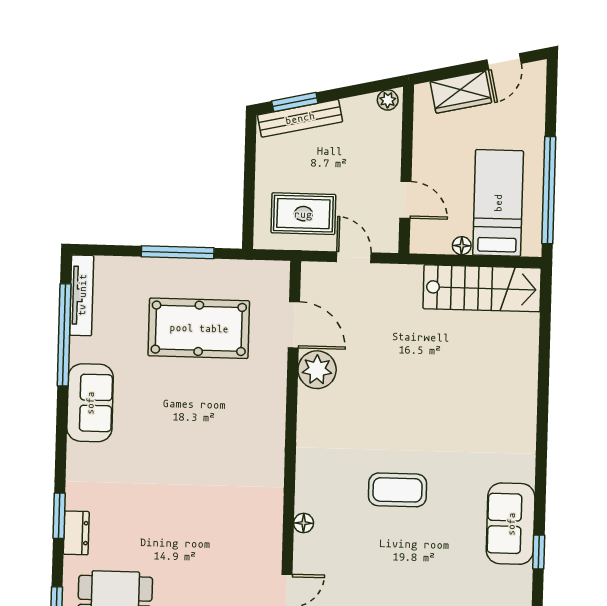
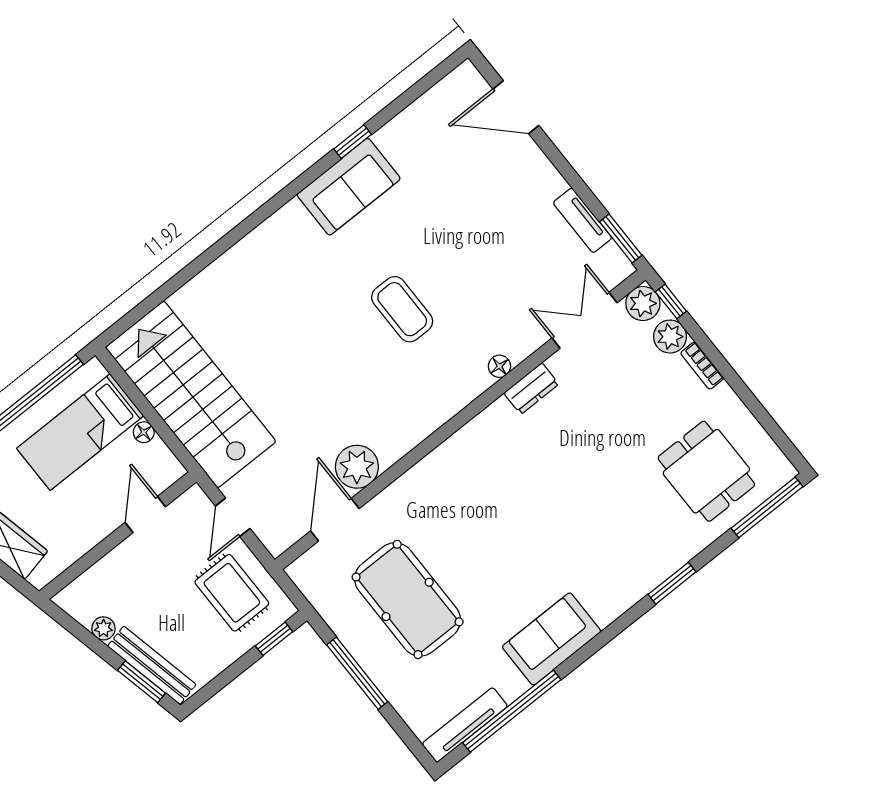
plant: (388, 100) -> (103, 628), moved
window: (248, 216) -> (274, 639), added
stairs: (482, 288) -> (191, 394), width x1.36, depth x1.51
dresser: (76, 533) -> (531, 389), moved, turned 180

